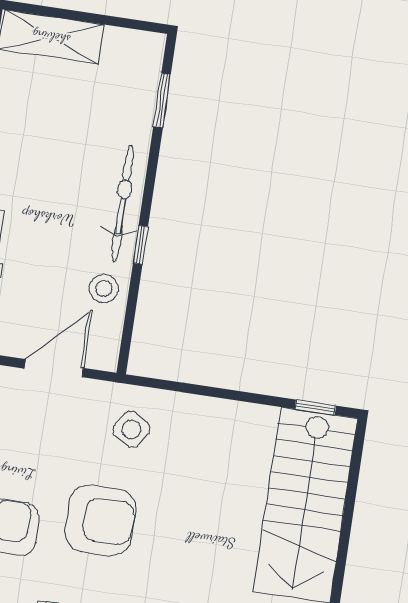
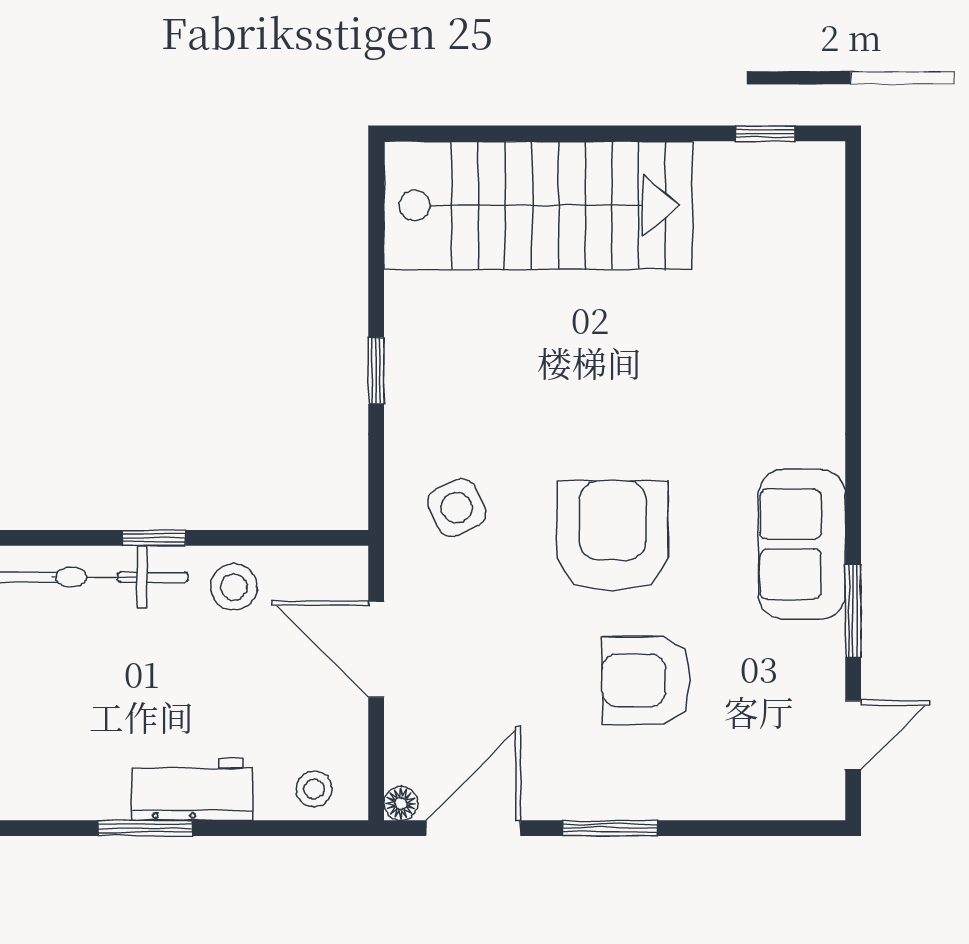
window: (315, 407) -> (376, 371), moved
side table: (131, 429) -> (457, 508), turned 33

